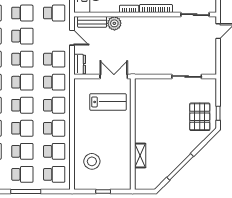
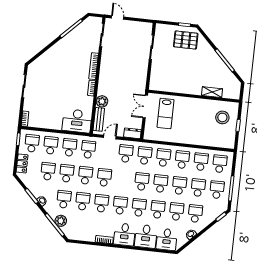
school desk: (22, 59) -> (123, 179), removed
lab bench: (108, 102) -> (166, 113), turned 180
stool: (92, 161) -> (222, 117), moved

